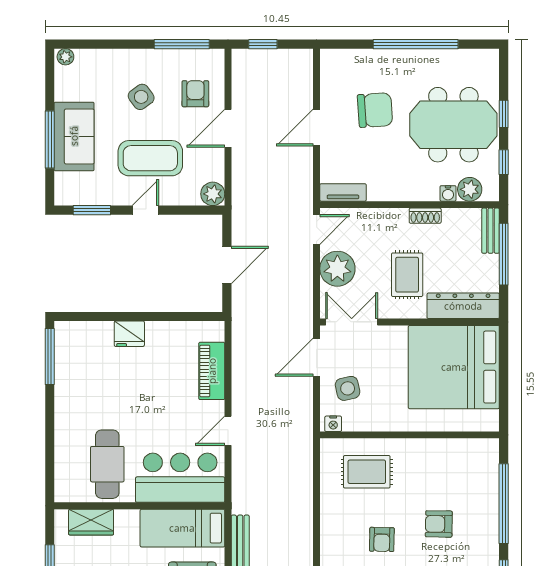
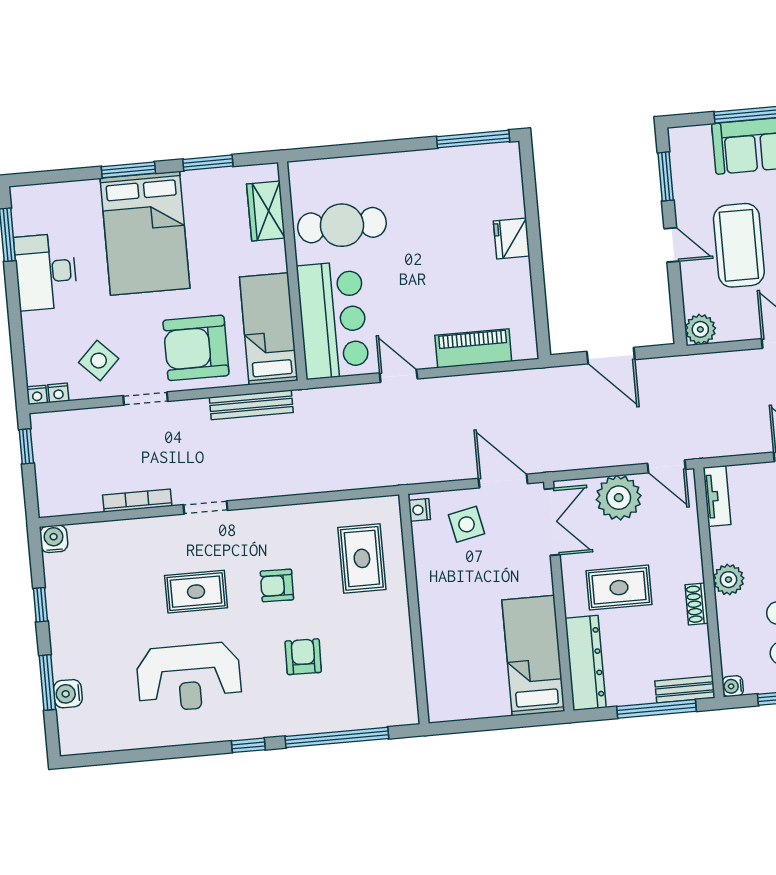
plant: (470, 189) -> (729, 580), moved
water cooler: (448, 193) -> (733, 686), moved
bed: (454, 367) -> (533, 656), width x0.49

